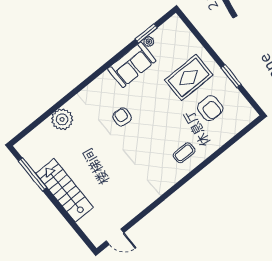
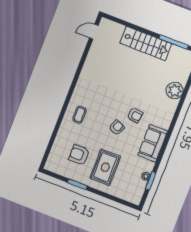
sofa: (132, 65) -> (153, 143), moved
armchair: (150, 115) -> (117, 127), added

